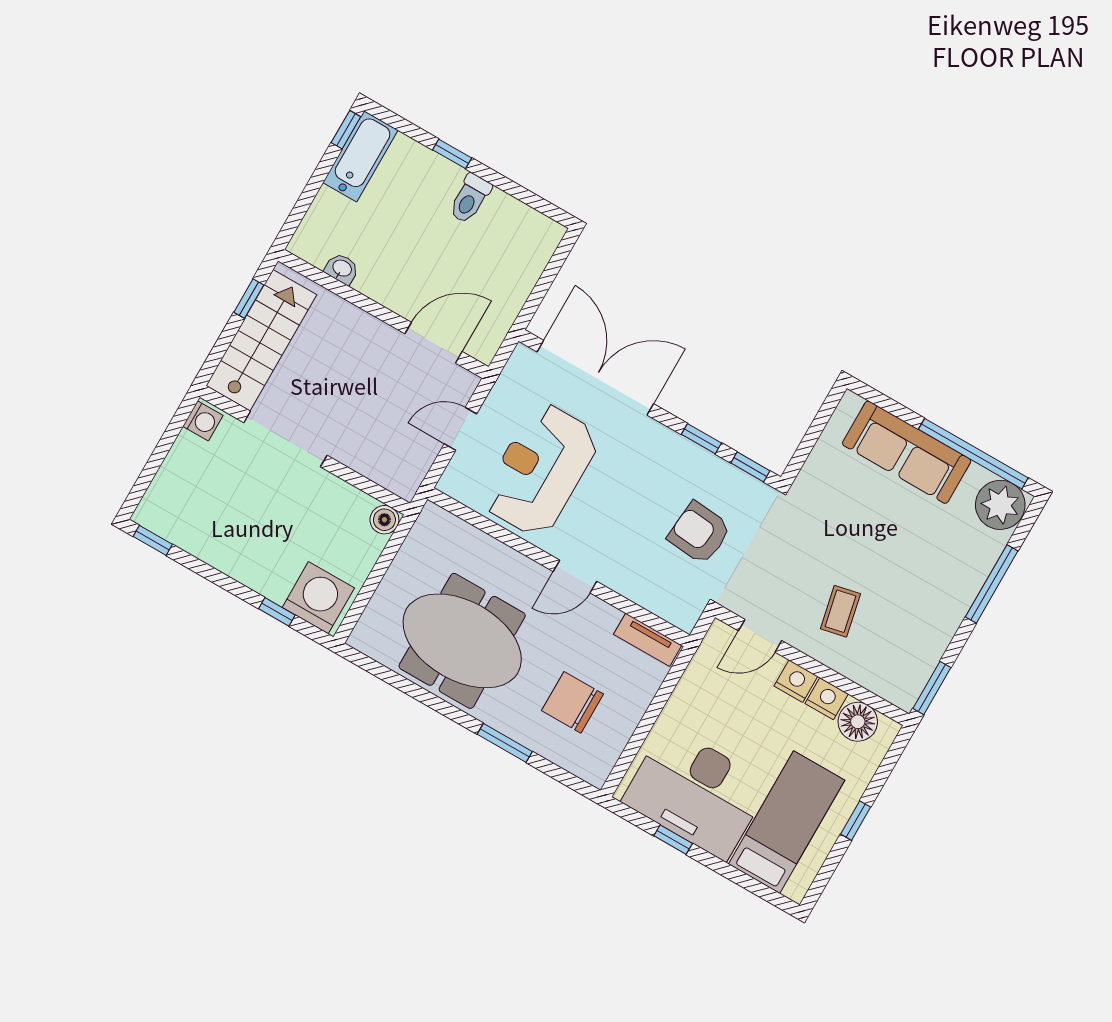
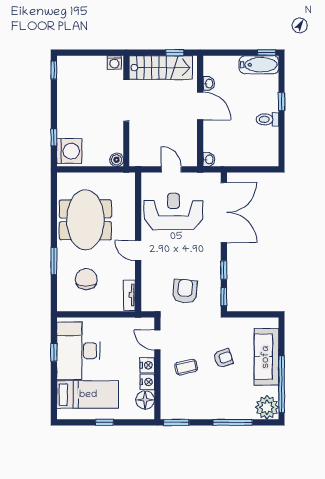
door: (433, 343) -> (200, 106), moved
washbasin: (482, 349) -> (209, 159), added
armchair: (864, 533) -> (223, 358), added

